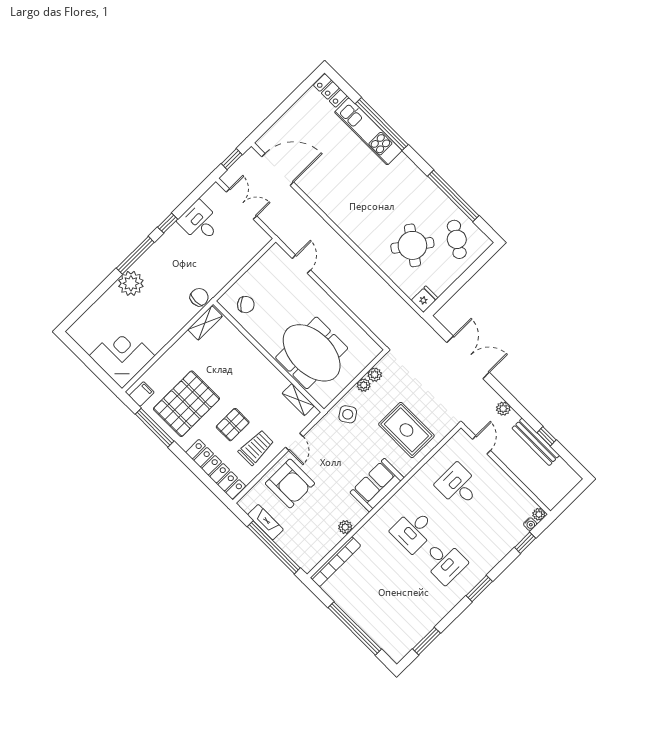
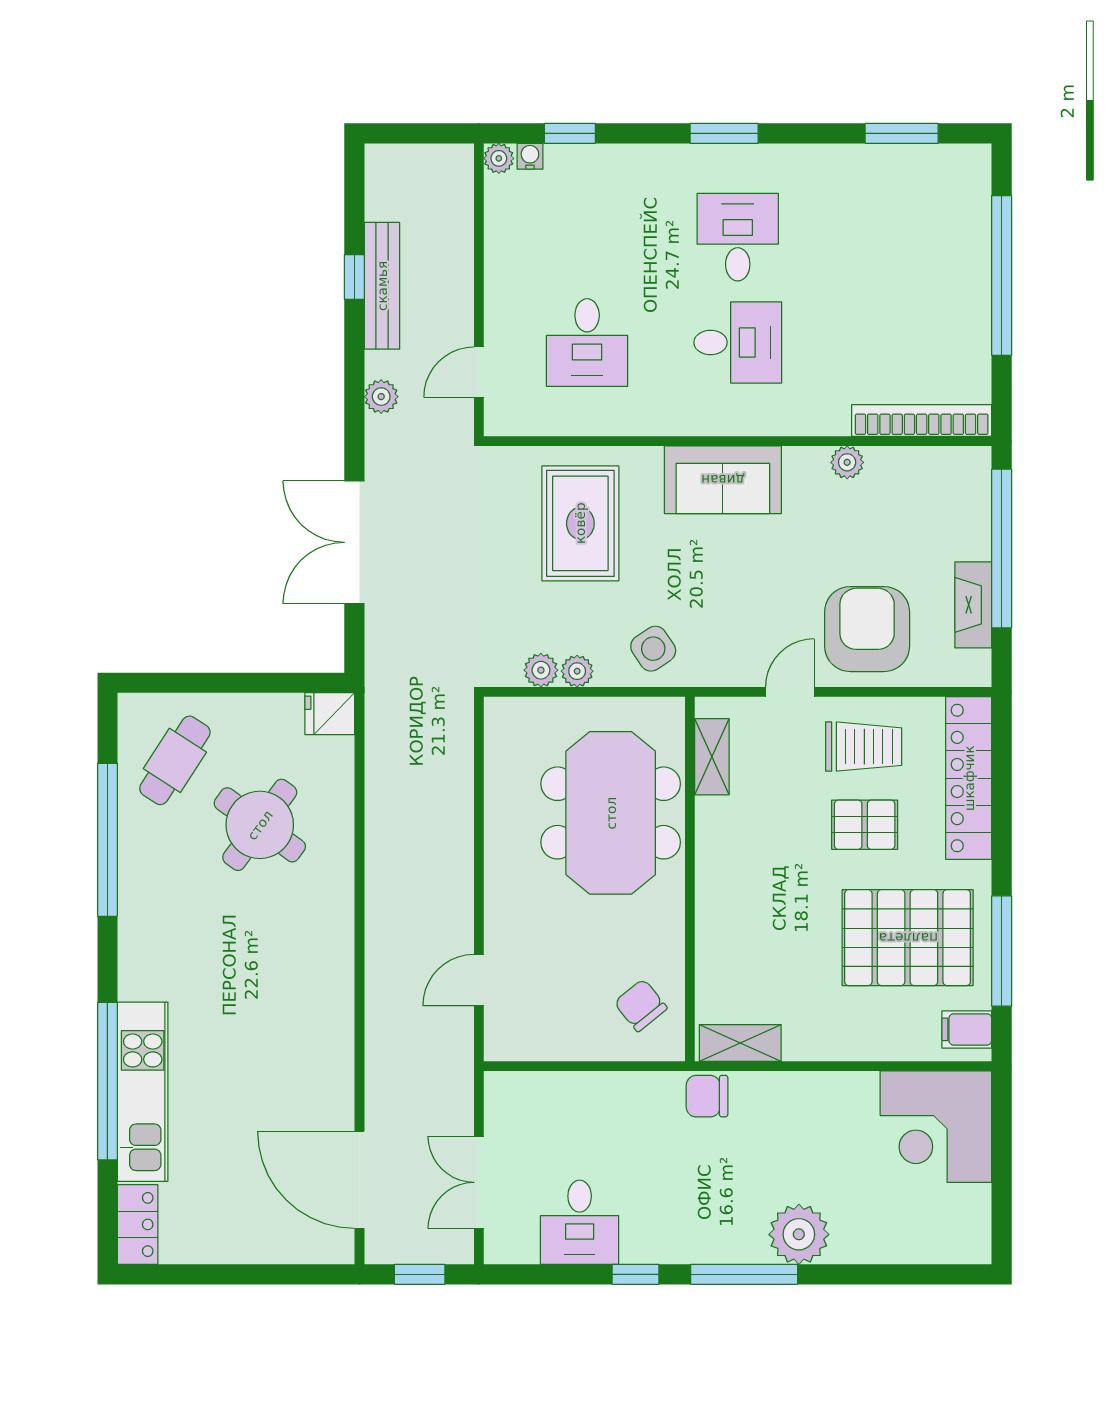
trolley: (256, 448) -> (864, 747), turned 180

